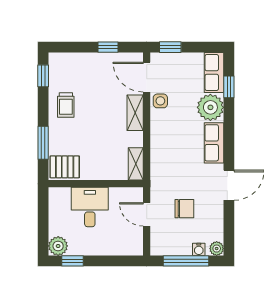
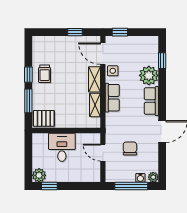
row of seats: (214, 72) -> (112, 98), moved, turned 180
window: (43, 76) -> (28, 75), moved
shelving: (136, 164) -> (95, 105), moved
chair: (184, 209) -> (130, 148), turned -90

